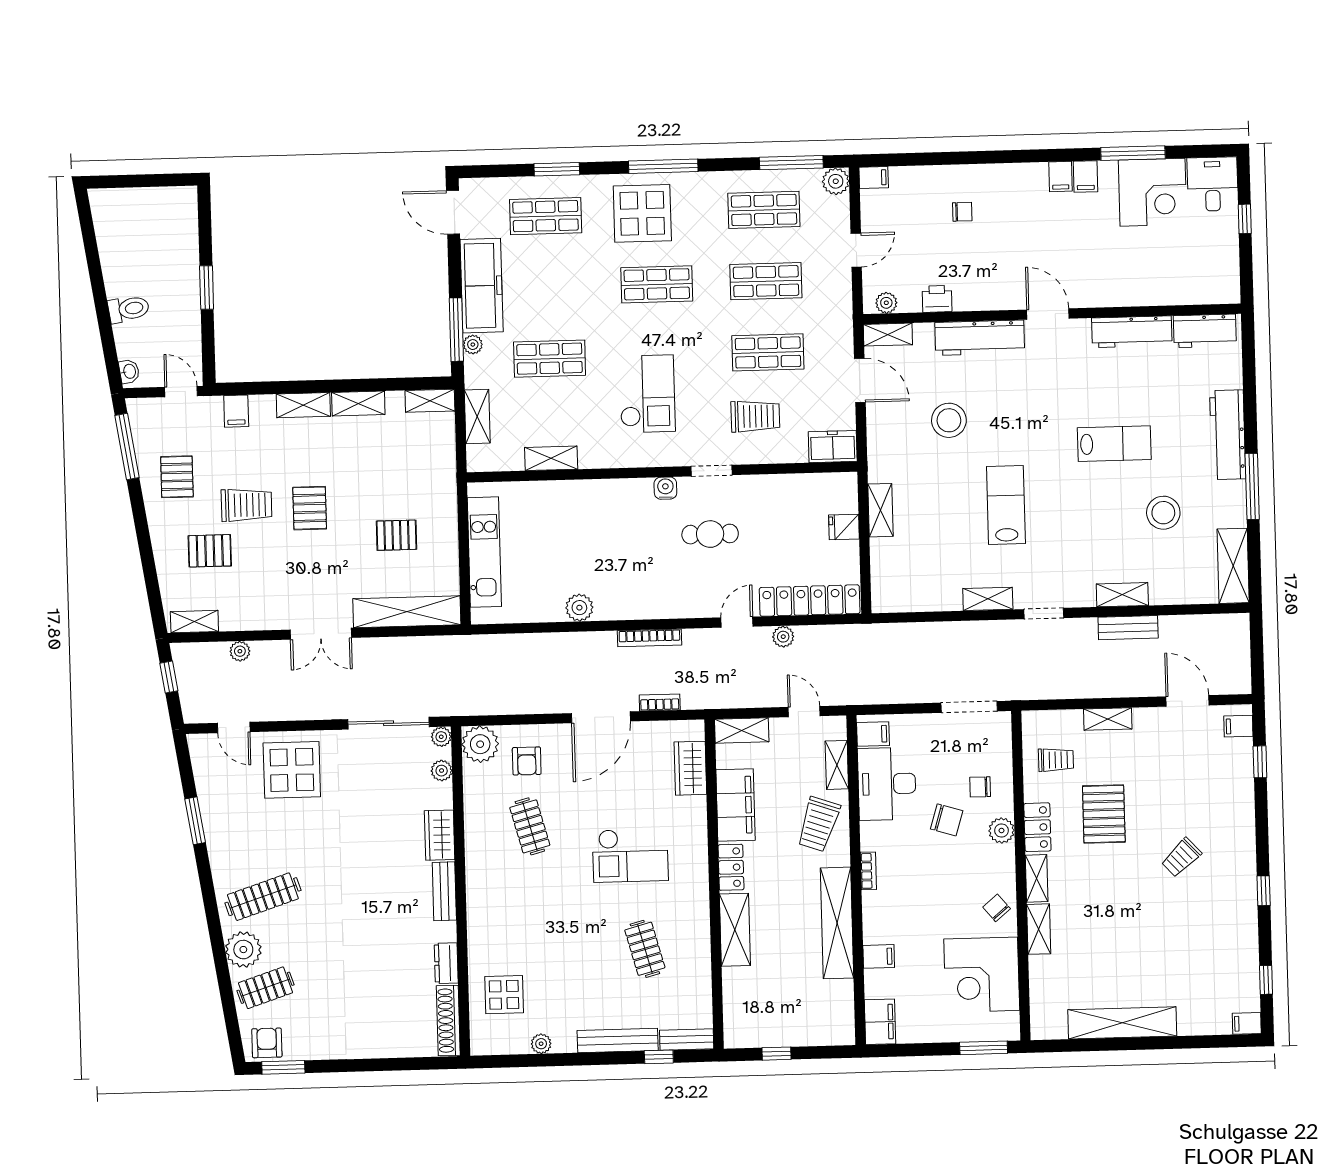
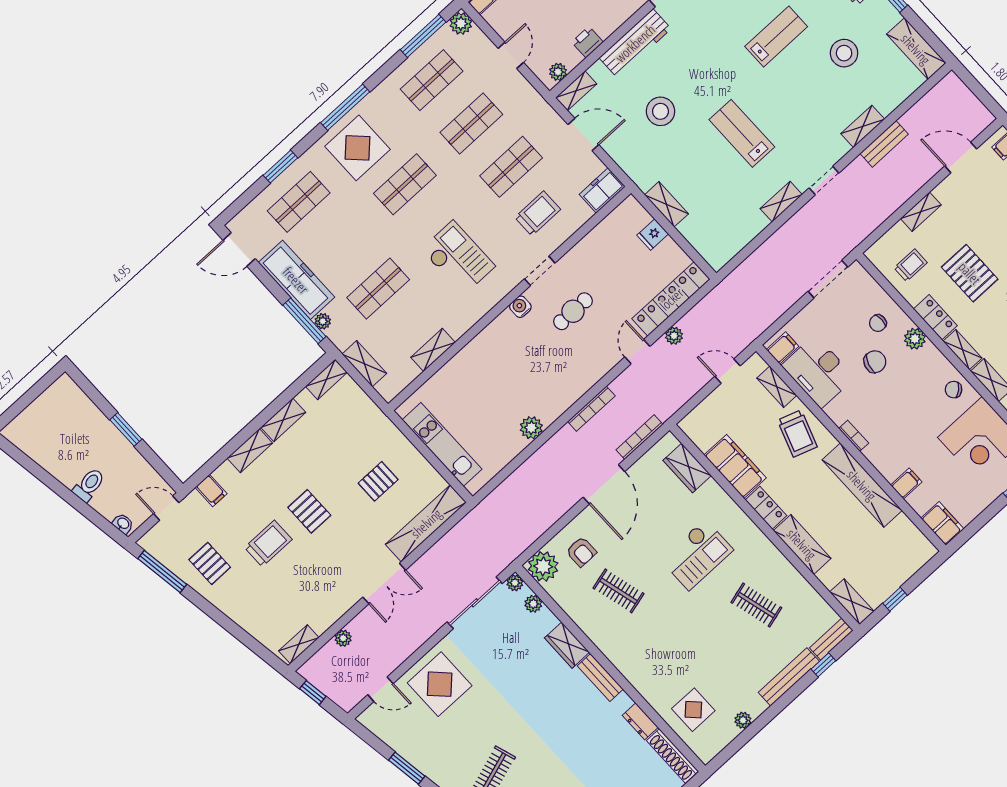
pallet: (210, 551) -> (270, 592), removed
bookcase: (660, 702) -> (639, 437), width x1.56
shelving: (742, 730) -> (852, 602), moved, turned 90

